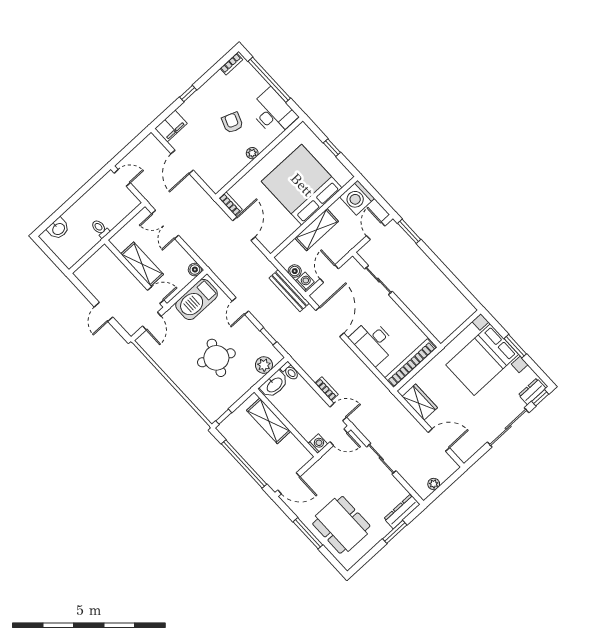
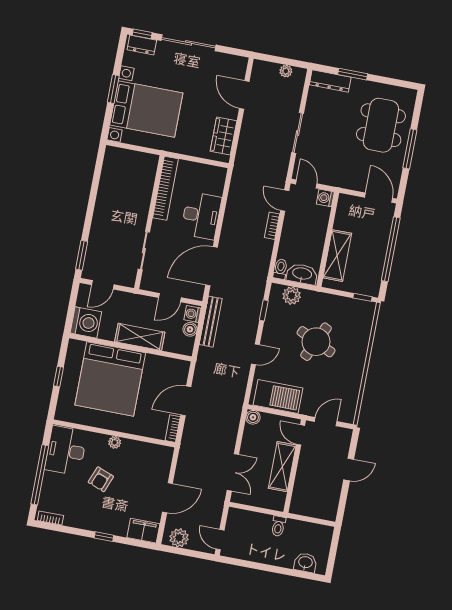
plant: (146, 149) -> (179, 538), added
bookcase: (410, 363) -> (166, 188), moved, turned -90

